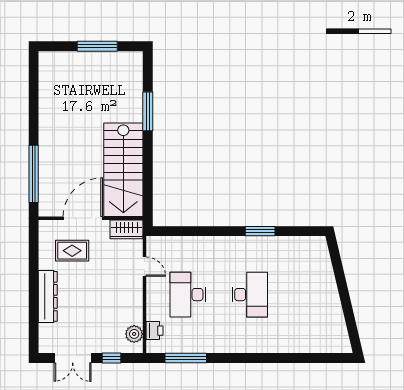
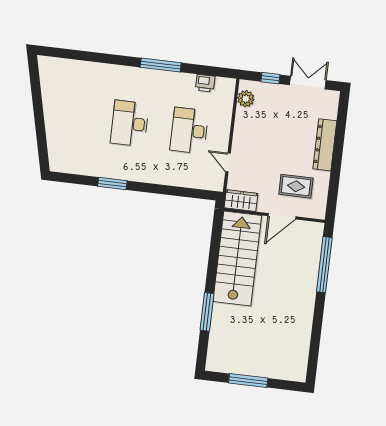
door: (83, 218) -> (282, 216), width x0.73
desk: (188, 295) -> (189, 131), turned 180
printer: (154, 331) -> (205, 83), moved, turned -90
window: (186, 358) -> (161, 65), moved

